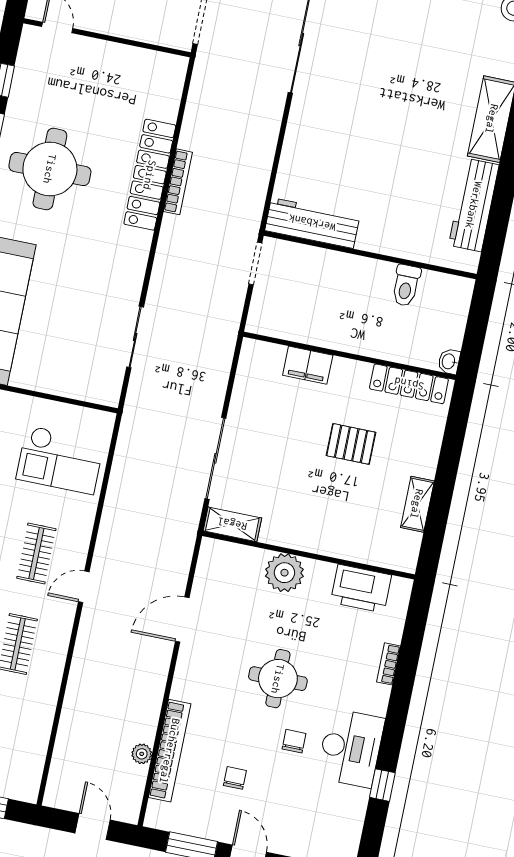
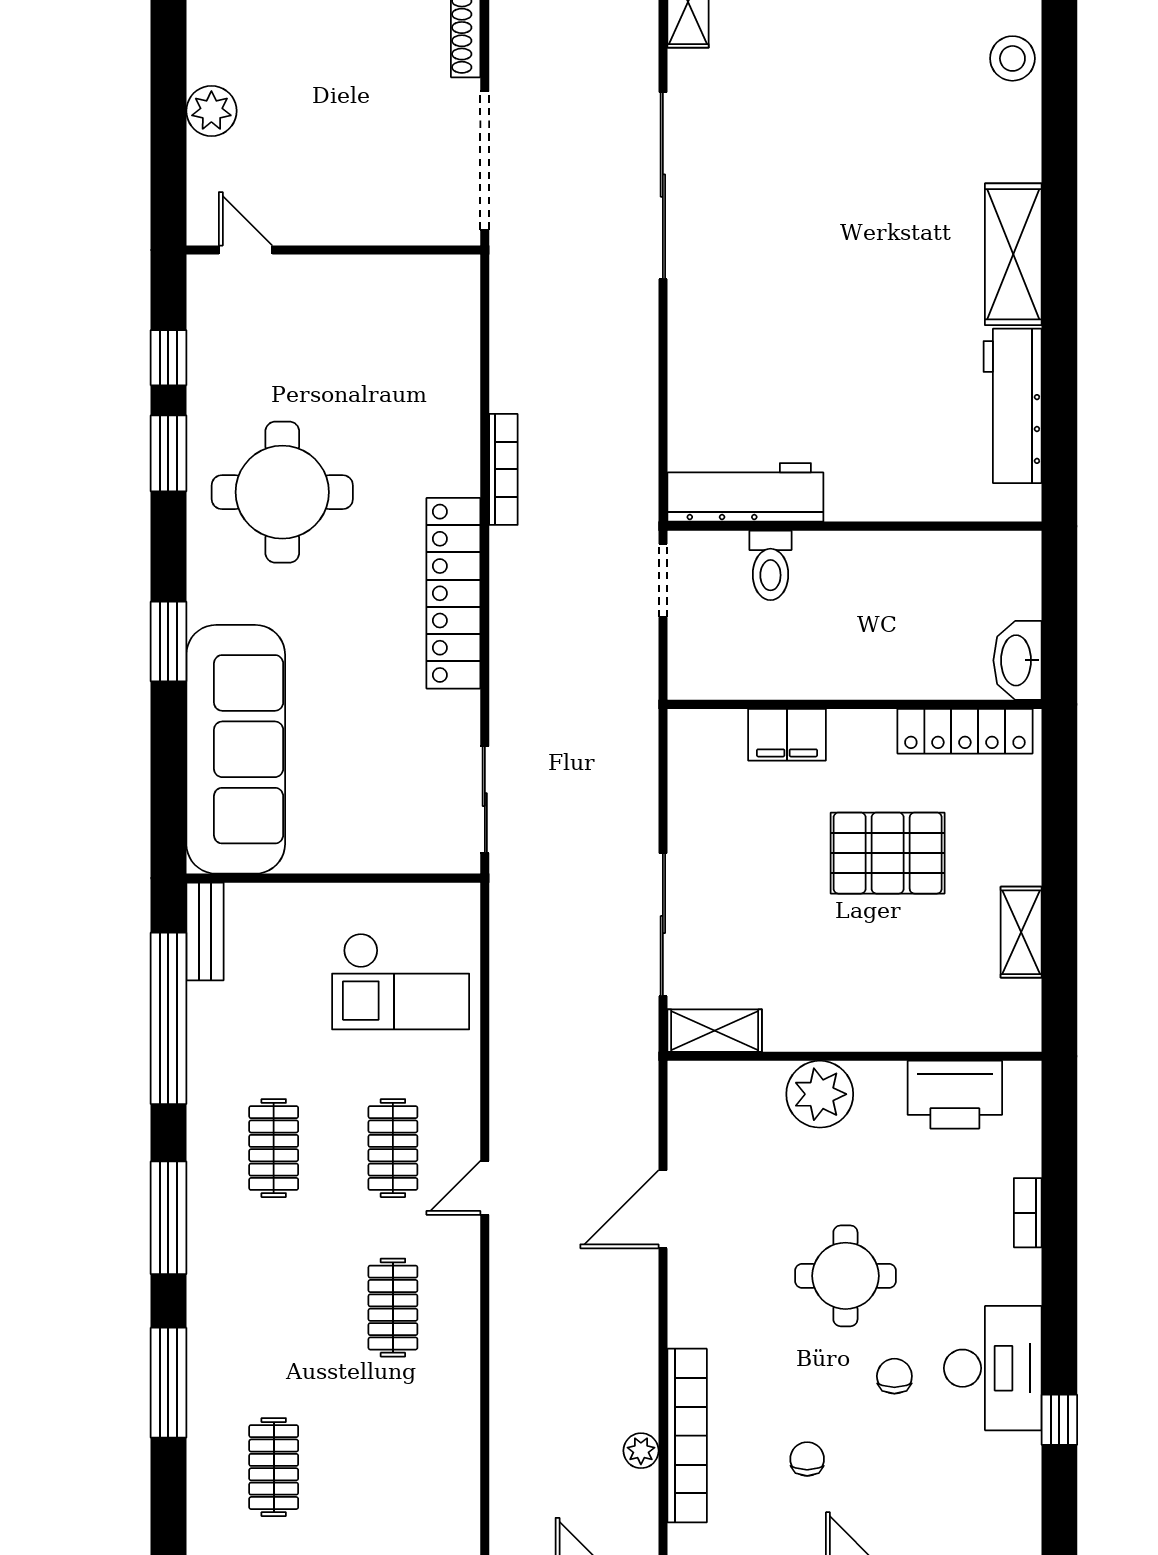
locker: (150, 175) -> (453, 593), moved
toilet: (406, 285) -> (770, 565), moved
sliding door: (135, 337) -> (485, 800), moved
washbasin: (449, 361) -> (1017, 660), width x1.91, depth x1.45
pallet: (351, 444) -> (888, 853), width x1.50, depth x1.42

